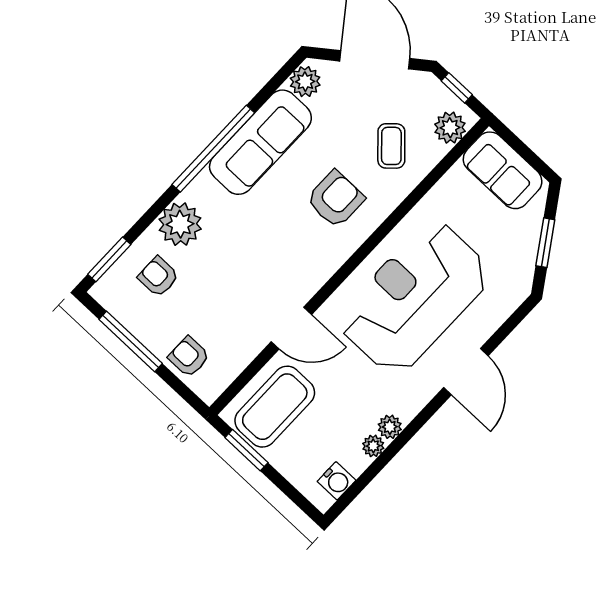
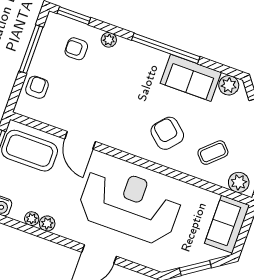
sofa: (260, 142) -> (191, 78), width x0.73
armchair: (335, 199) -> (167, 133), turned -139
plant: (180, 224) -> (109, 40), width x0.53, depth x0.53
armchair: (158, 277) -> (76, 49), turned -90

